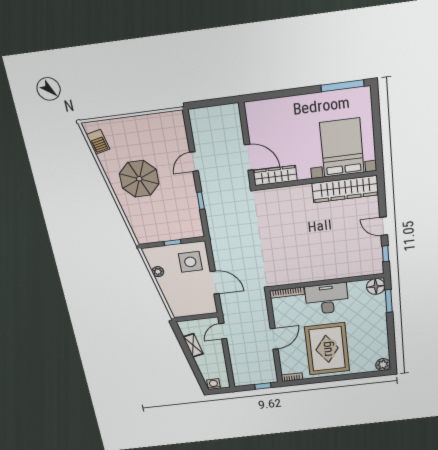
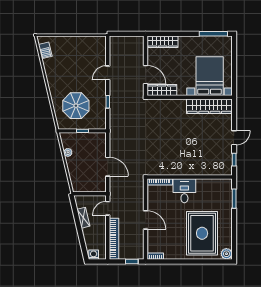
wardrobe: (268, 107) -> (163, 42), added
parasol: (139, 179) -> (76, 106), moved
door: (384, 226) -> (234, 138), swing flipped
side table: (190, 262) -> (93, 148), removed
floor lamp: (376, 286) -> (225, 185), removed
desk: (327, 299) -> (184, 191), width x0.73
door: (274, 339) -> (146, 220), hinge flipped
rug: (327, 349) -> (202, 233), moved
bookcase: (237, 364) -> (114, 239), added

